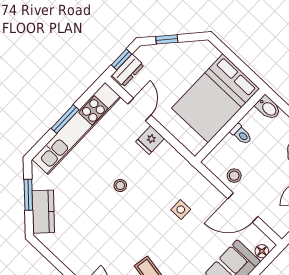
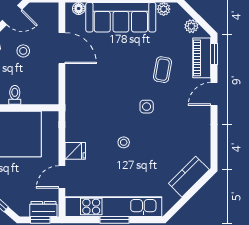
stool: (234, 176) -> (23, 51), moved
window: (28, 195) -> (187, 197), removed
side table: (181, 210) -> (147, 107), moved

